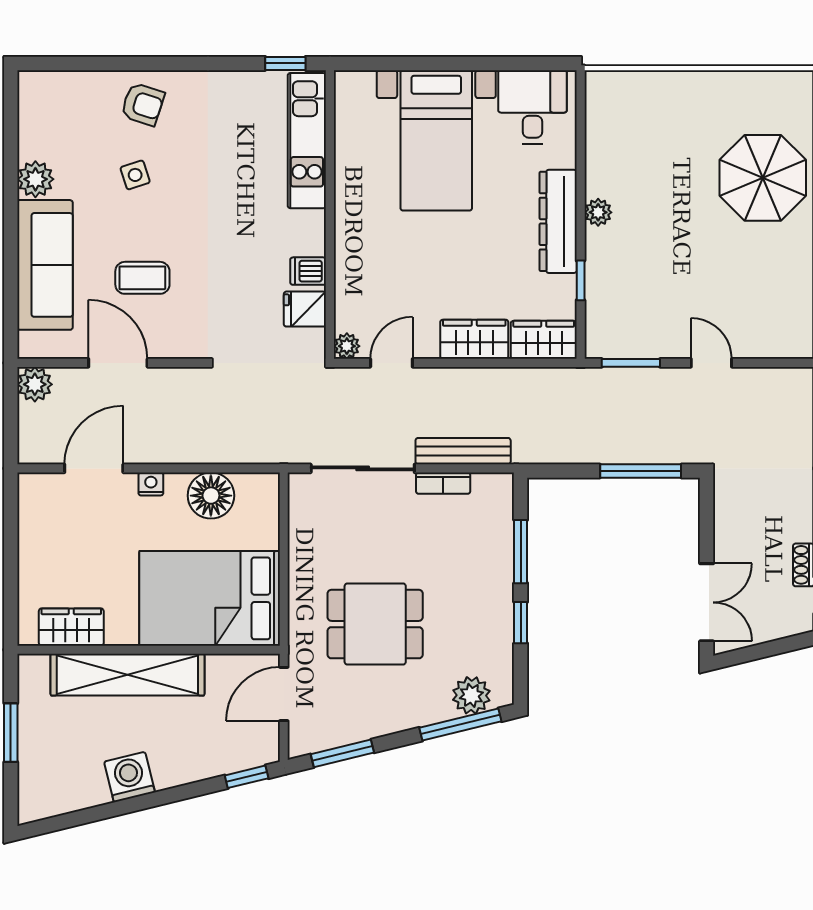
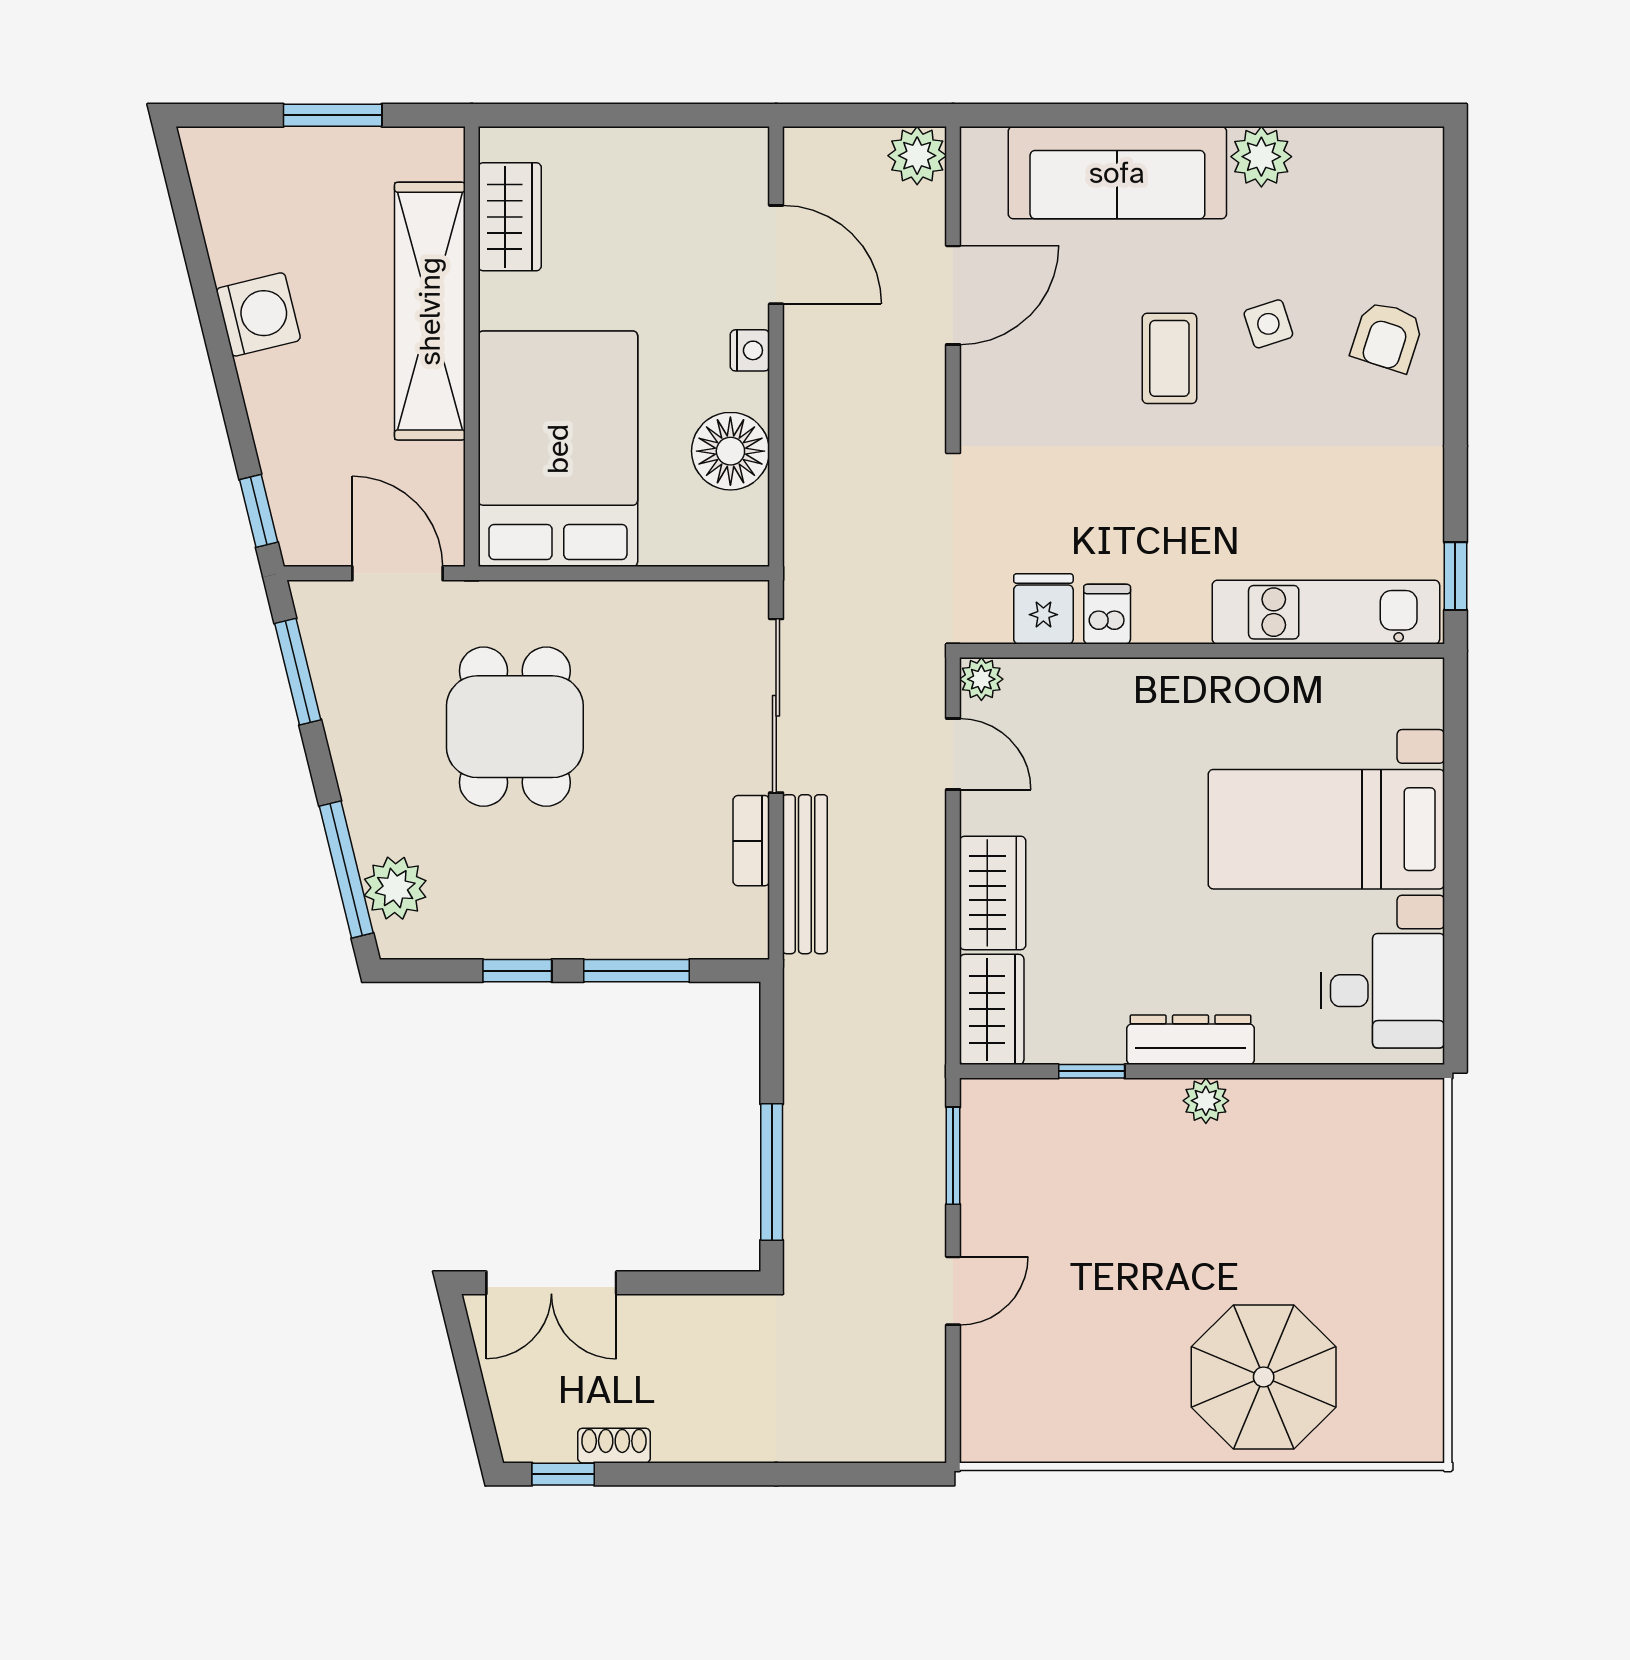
dresser: (558, 221) -> (1191, 1040), width x0.73, depth x0.80
coffee table: (142, 278) -> (1169, 358), moved

